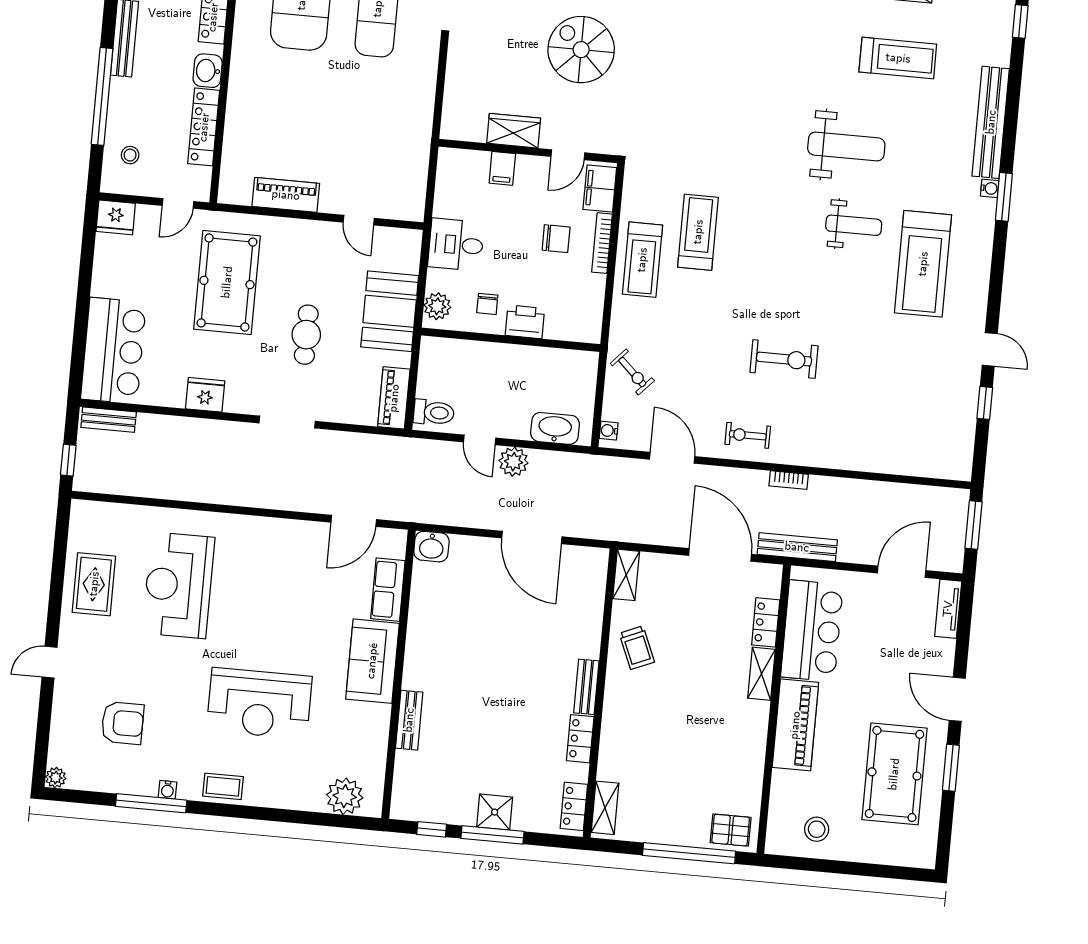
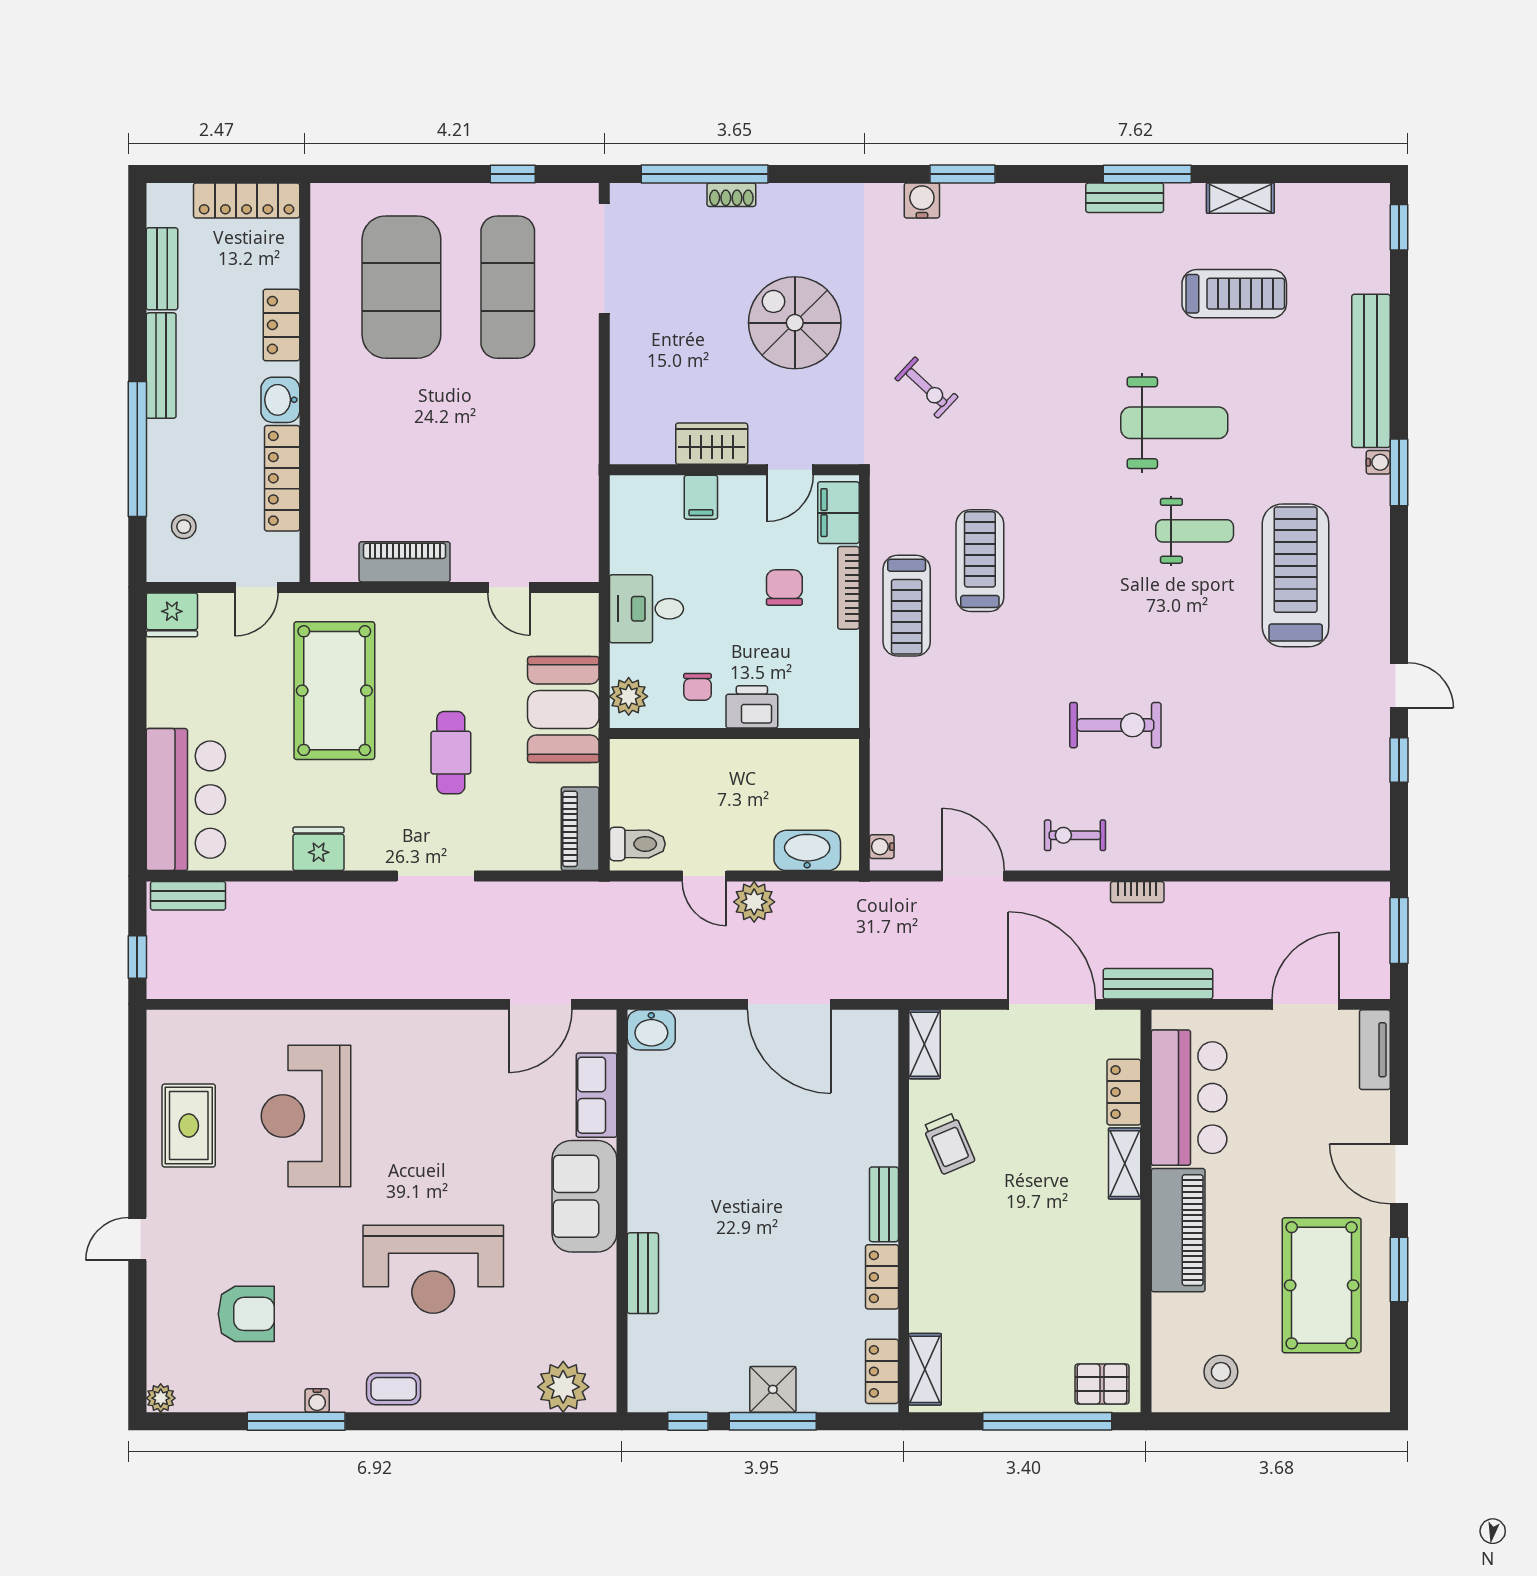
chair: (556, 239) -> (784, 588), turned -90
treadmill: (923, 264) -> (1296, 575), turned 180
exercise bike: (632, 372) -> (926, 388), moved

